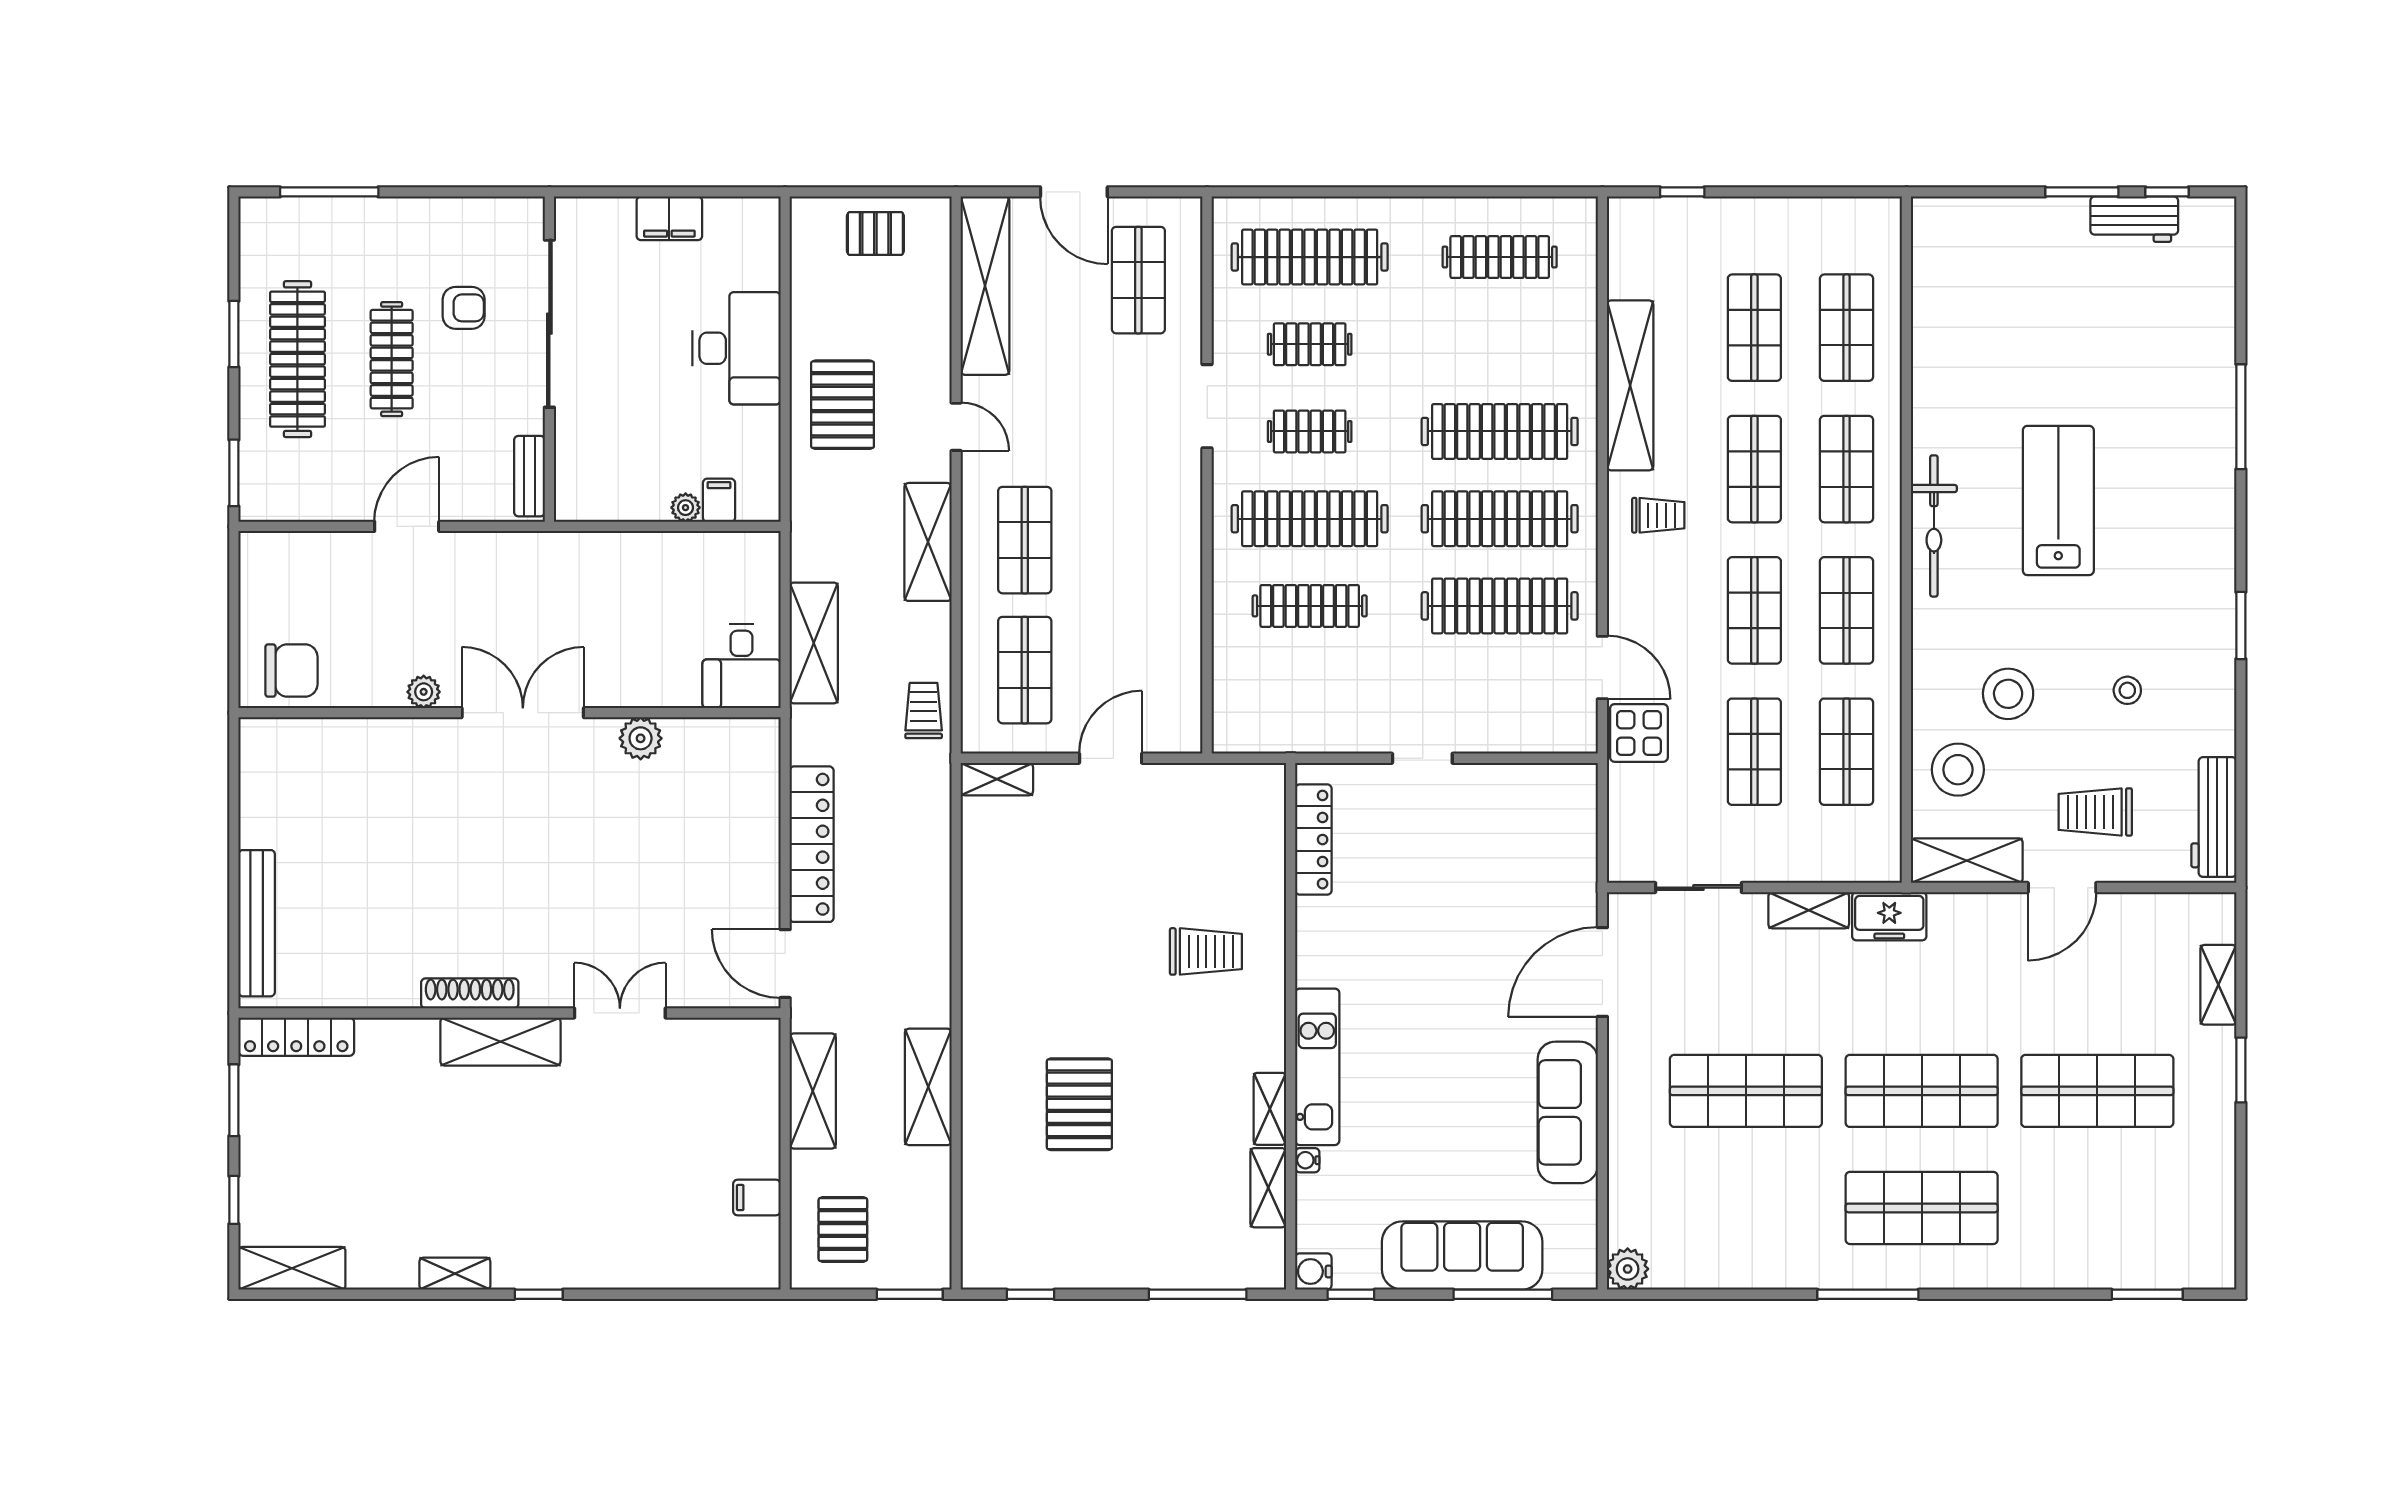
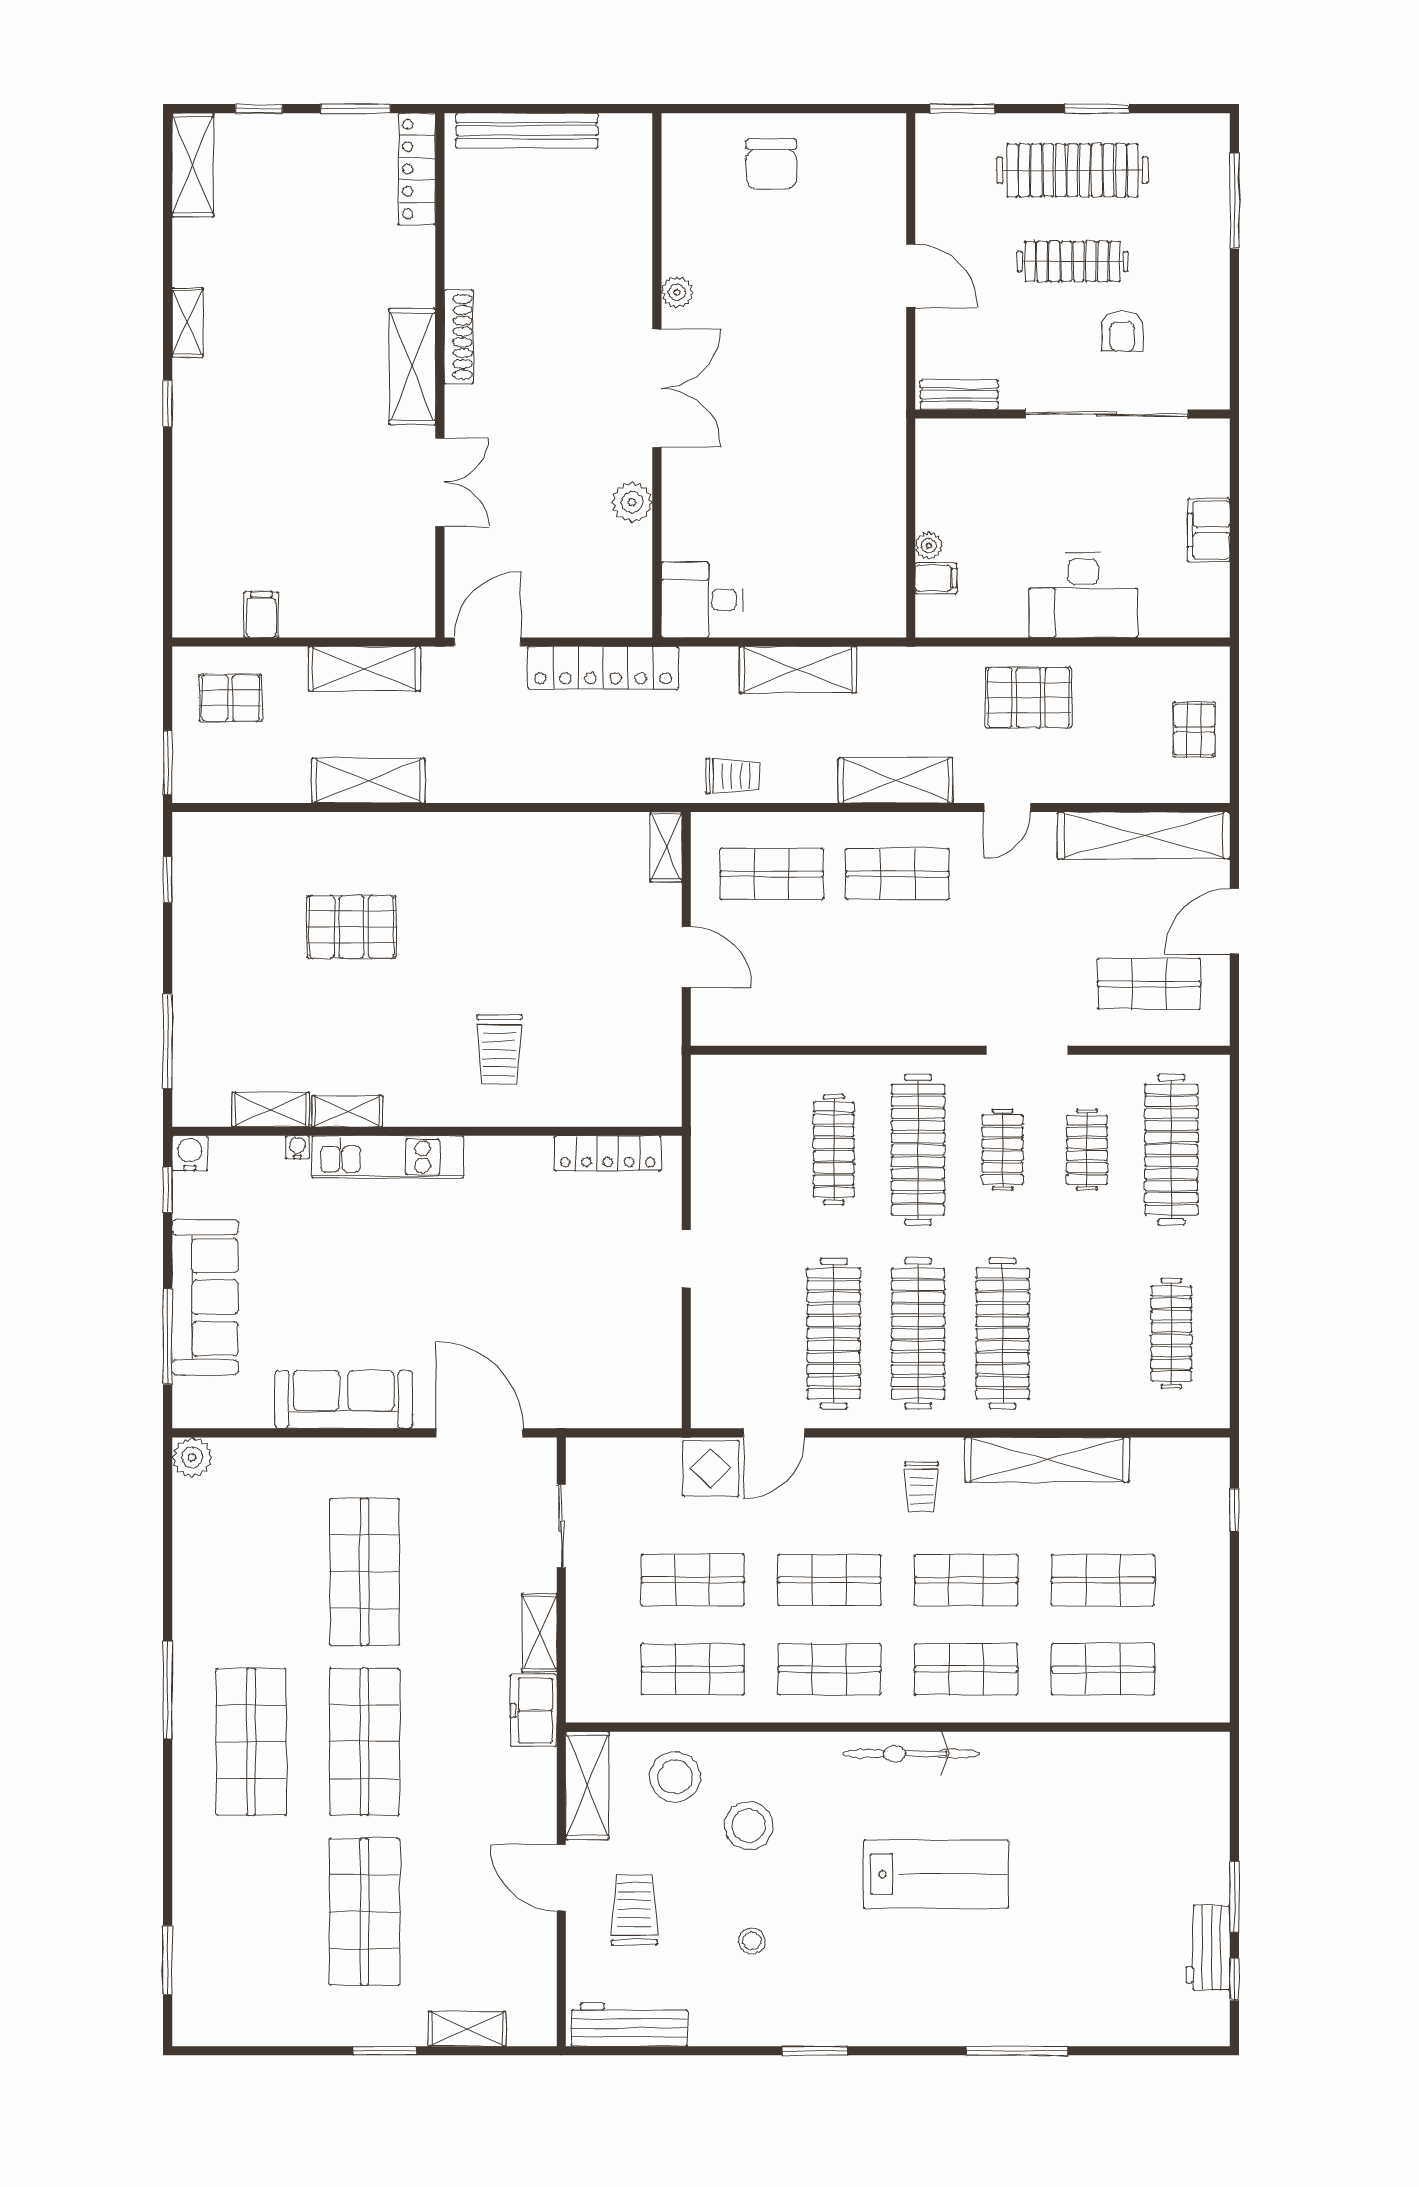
desk: (741, 666) -> (702, 600), moved
plant: (424, 692) -> (677, 292), moved
wall: (509, 713) -> (657, 375), moved
double door: (523, 713) -> (657, 388), moved
plant: (641, 738) -> (632, 502), moved

